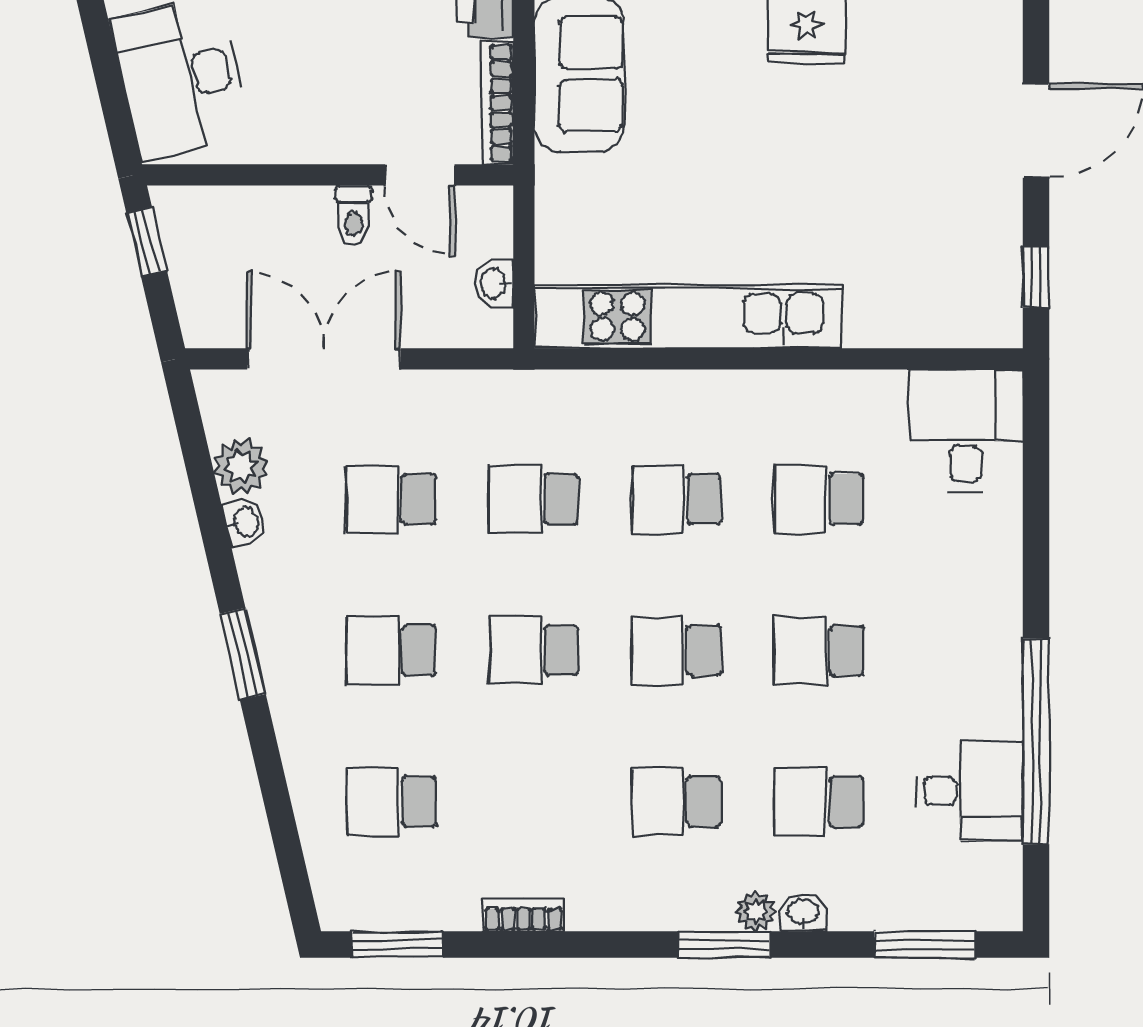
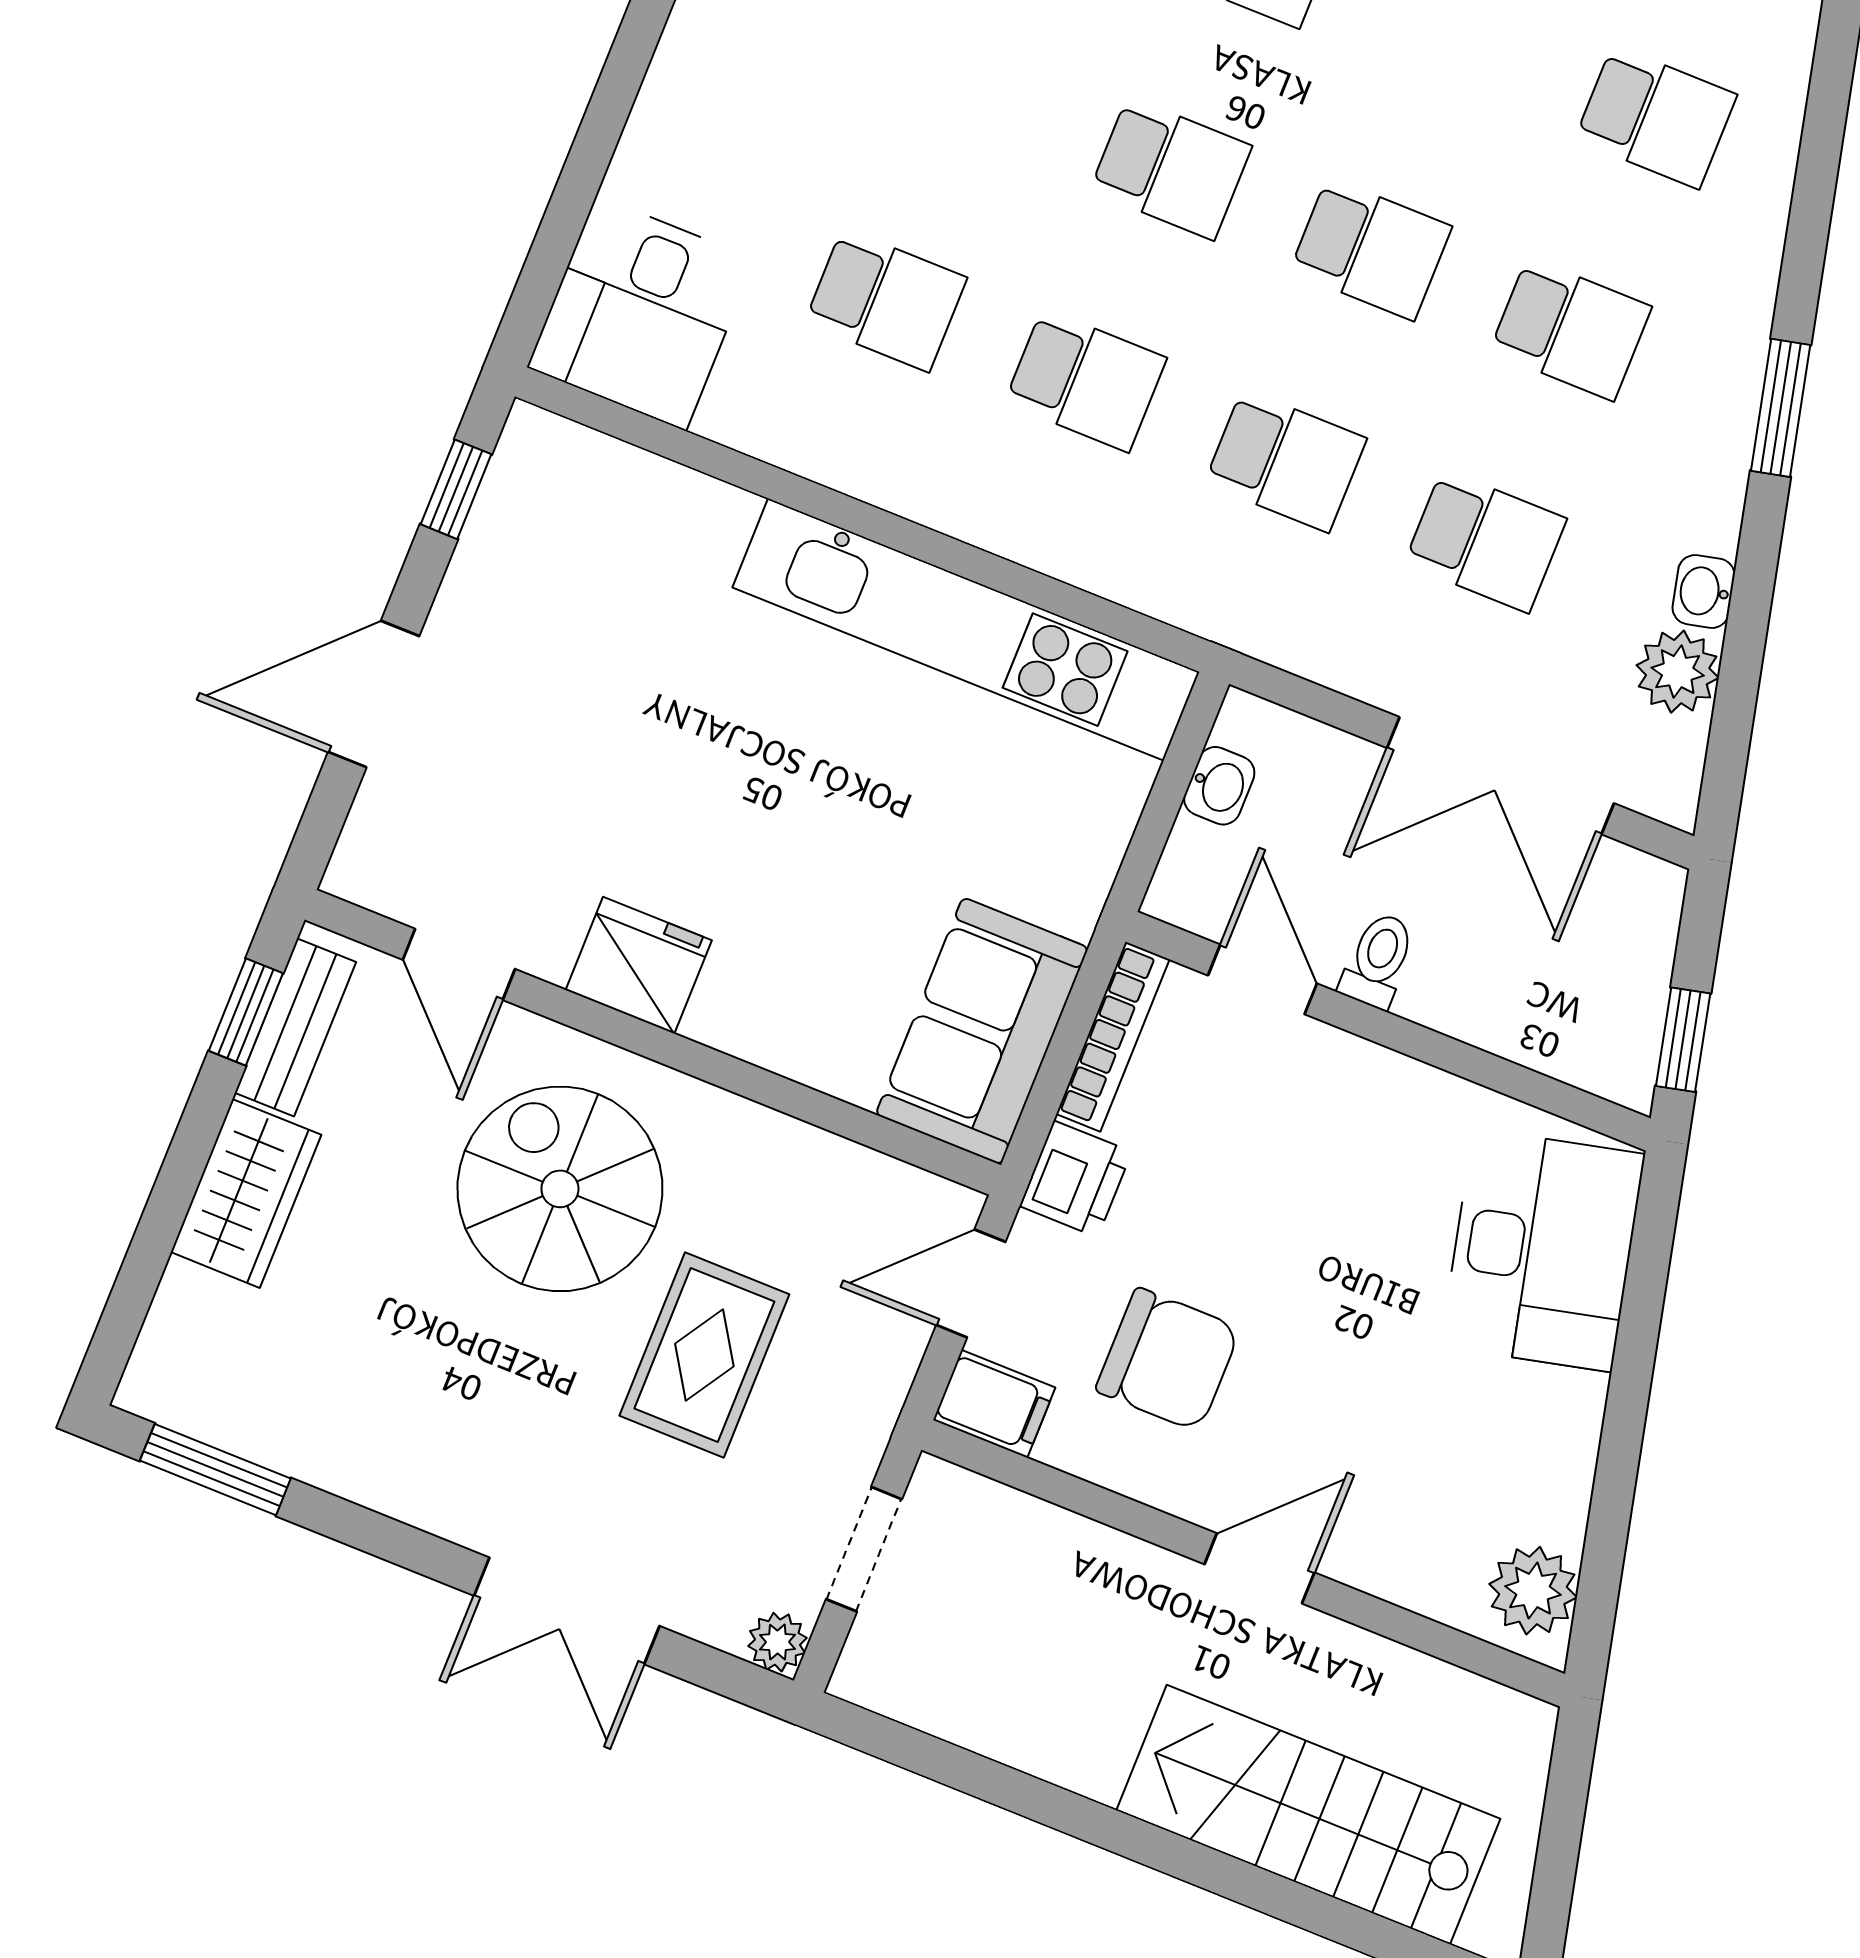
school desk: (819, 650) -> (971, 88), removed

